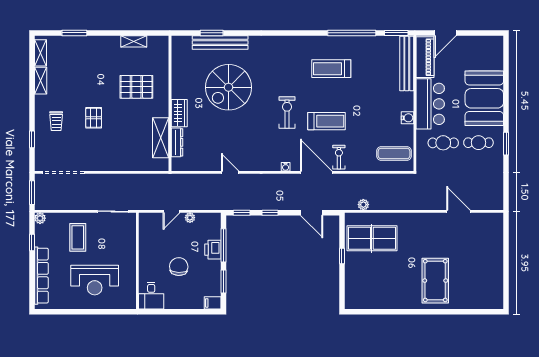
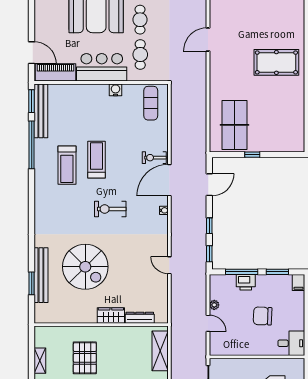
bench: (407, 63) -> (41, 111), moved, turned 90
treadmill: (327, 121) -> (97, 160), moved
shelving: (161, 138) -> (160, 351), moved, turned 90
door: (230, 172) -> (169, 265), hinge flipped
plant: (363, 205) -> (201, 133), removed

